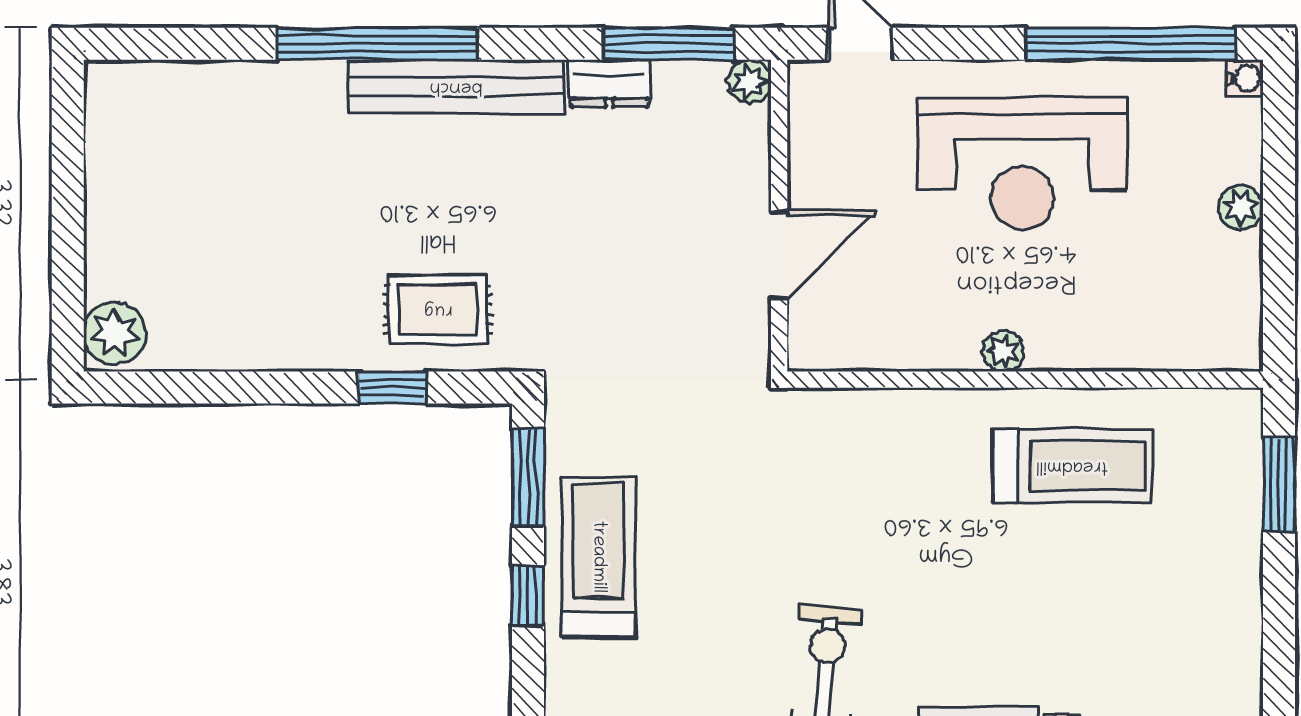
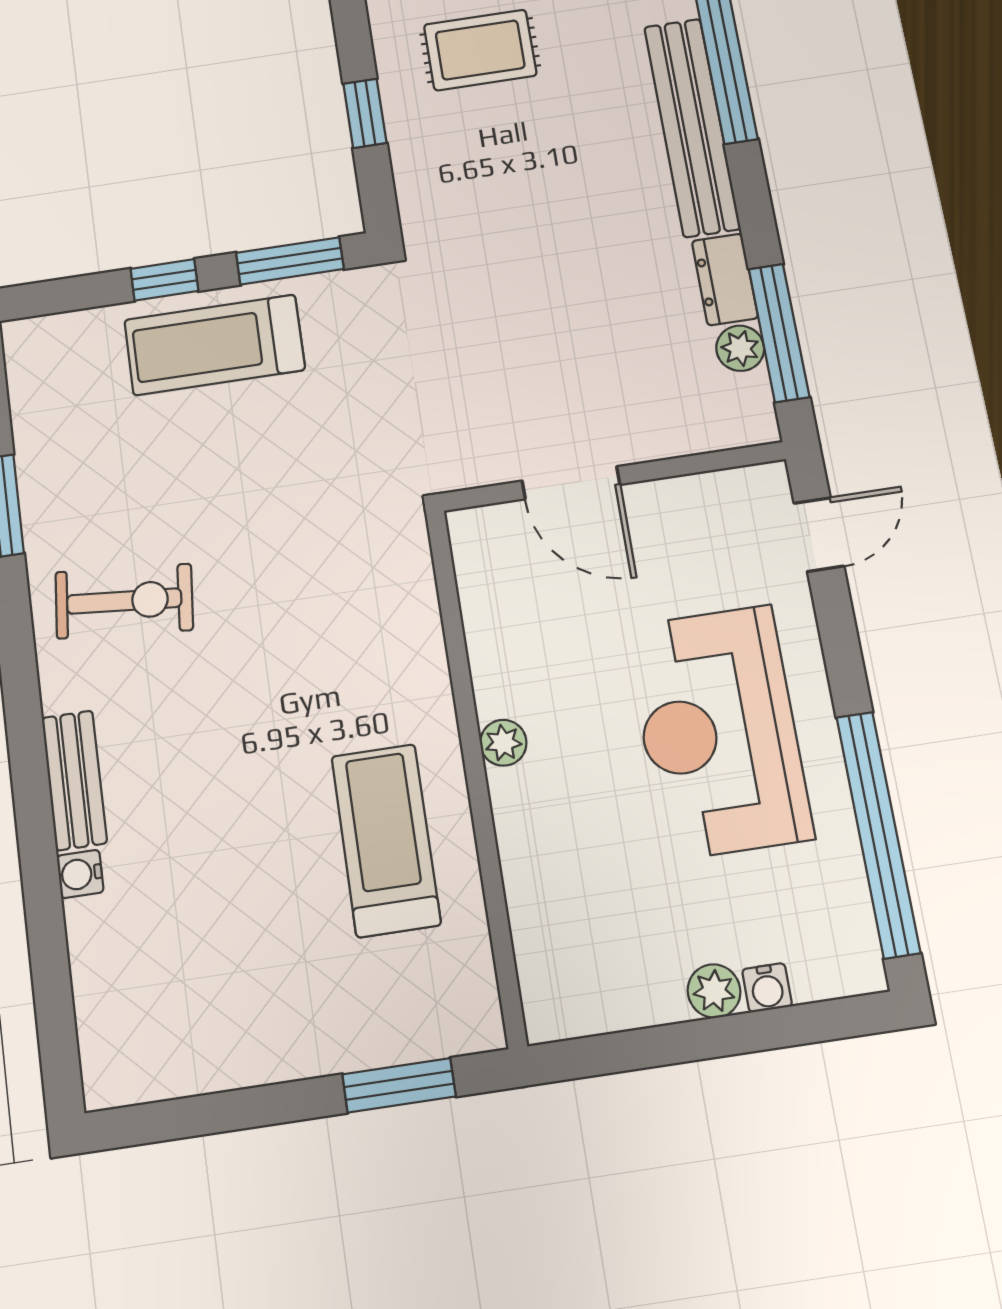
water cooler: (1245, 78) -> (767, 988), moved
plant: (749, 81) -> (740, 348), moved
rug: (438, 310) -> (480, 50), moved, turned 90
treadmill: (1072, 466) -> (386, 840), turned 180
treadmill: (598, 557) -> (214, 345), turned 180

